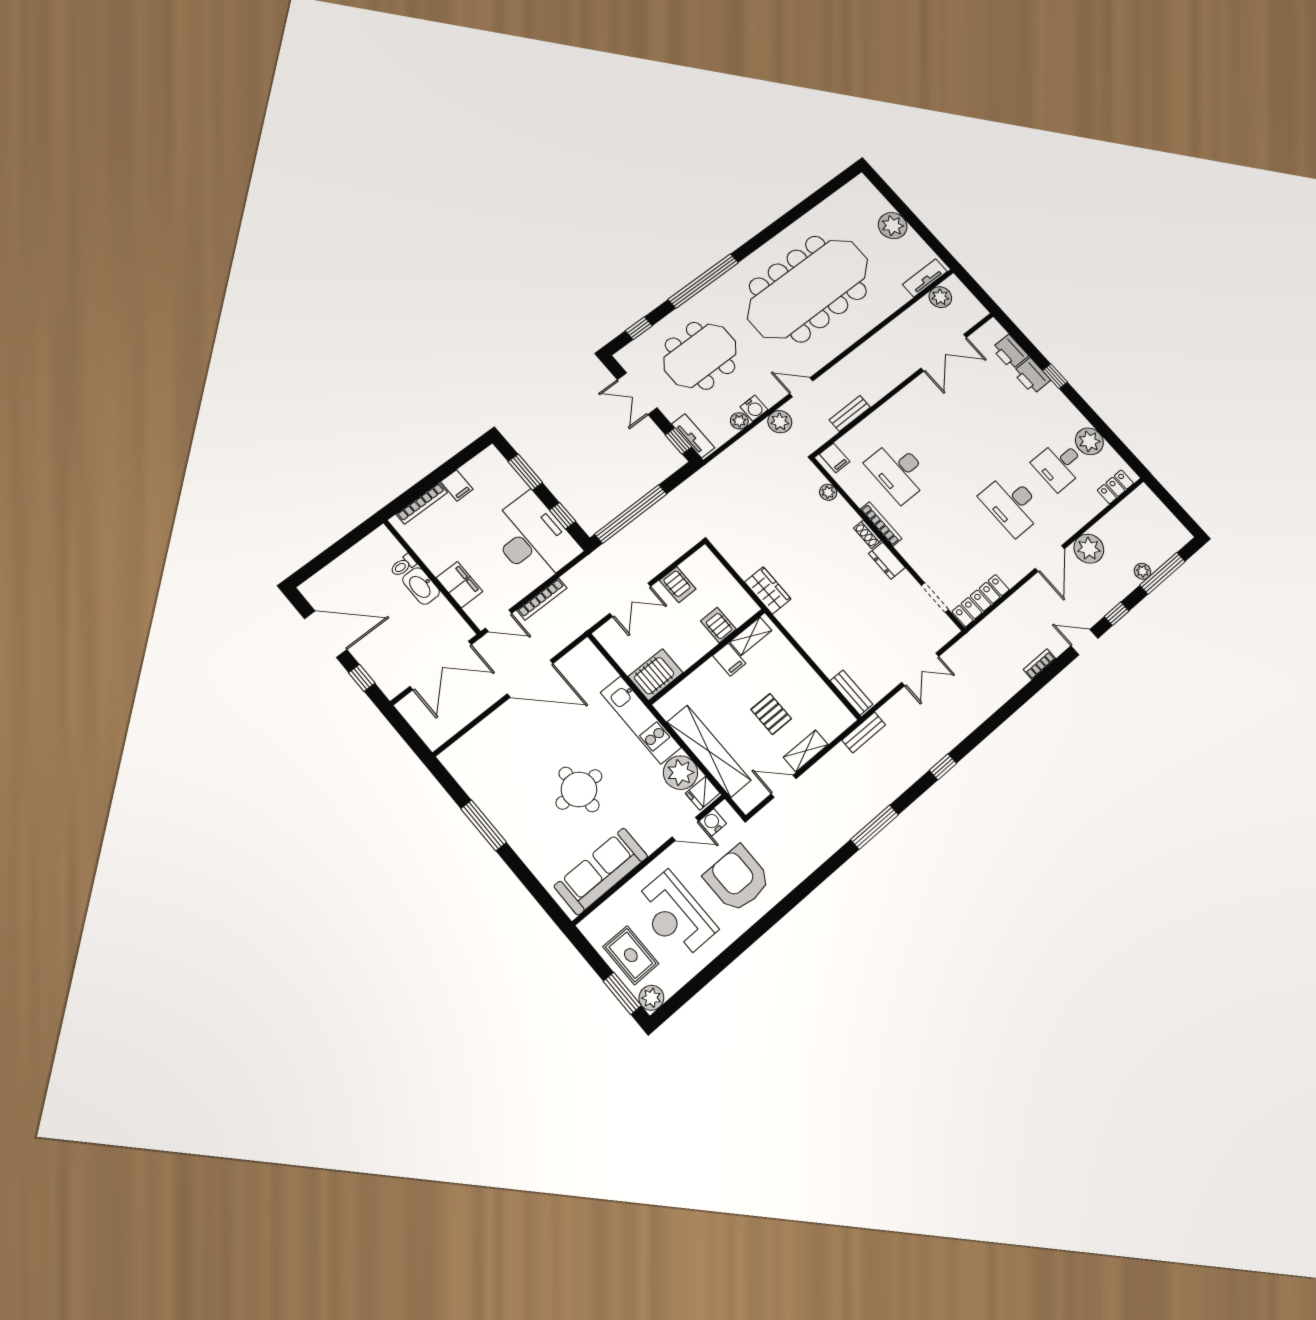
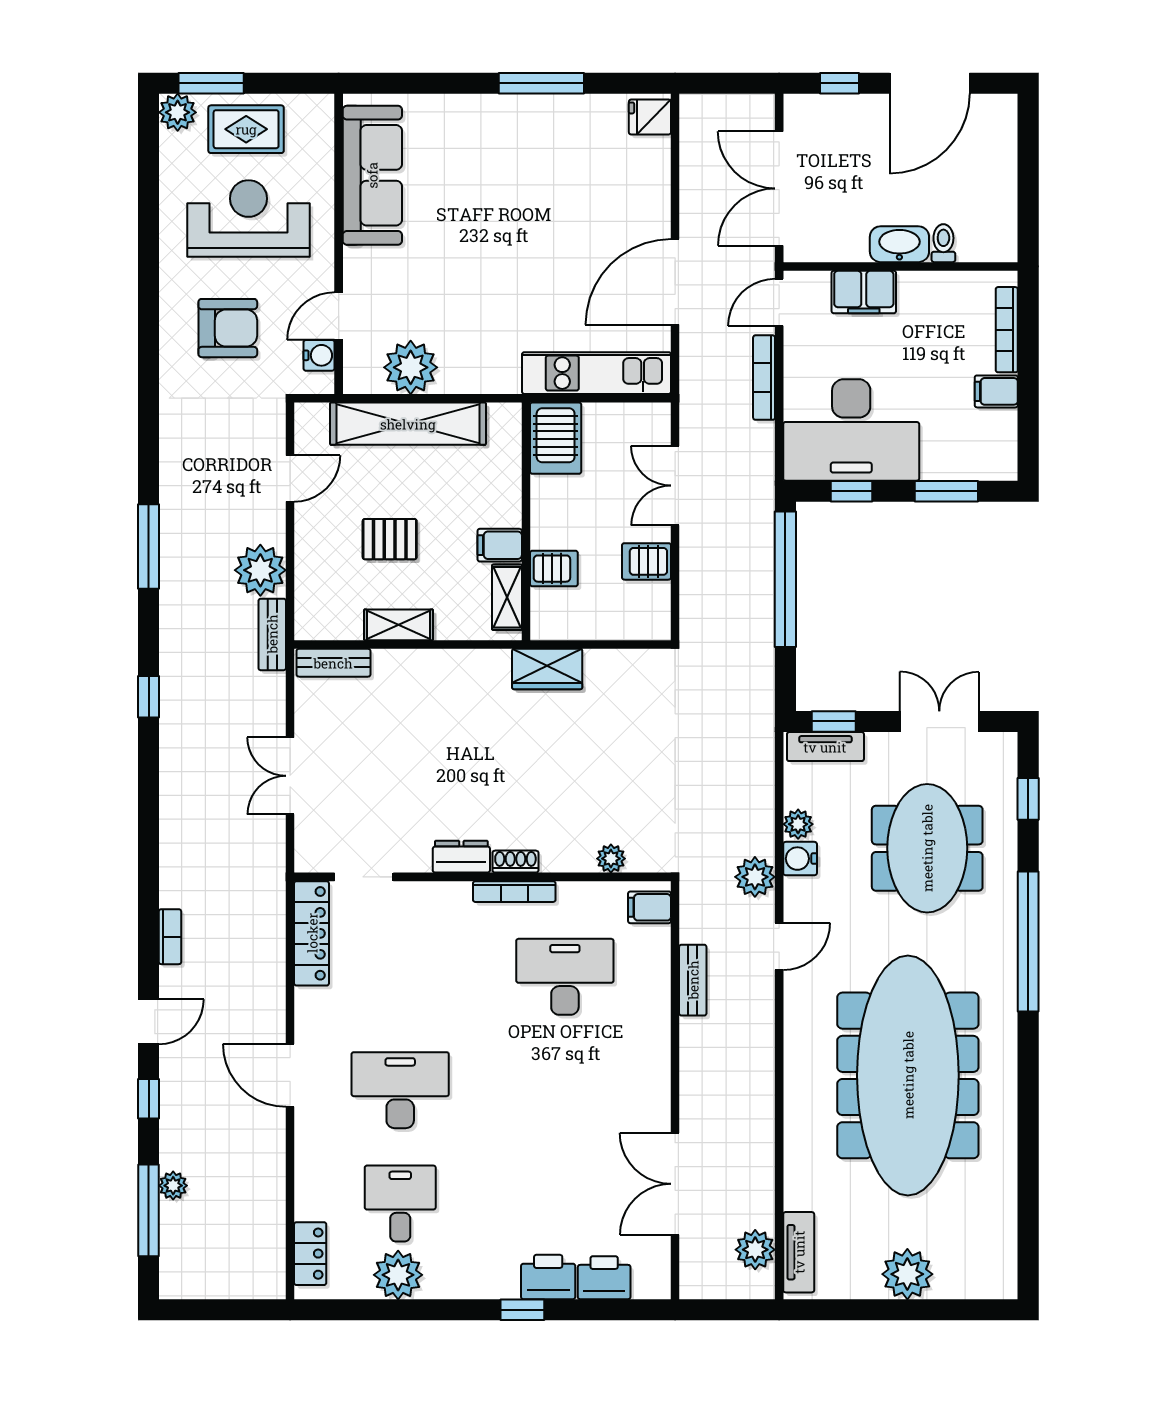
plant: (1089, 549) -> (260, 570), moved
kitchen unit: (641, 720) -> (596, 373), moved
shelving: (806, 751) -> (399, 625), moved, turned 90
round table: (579, 789) -> (491, 229), removed
fridge: (703, 793) -> (650, 117), moved, turned -90
armchair: (737, 879) -> (228, 328), width x0.73, depth x0.73

